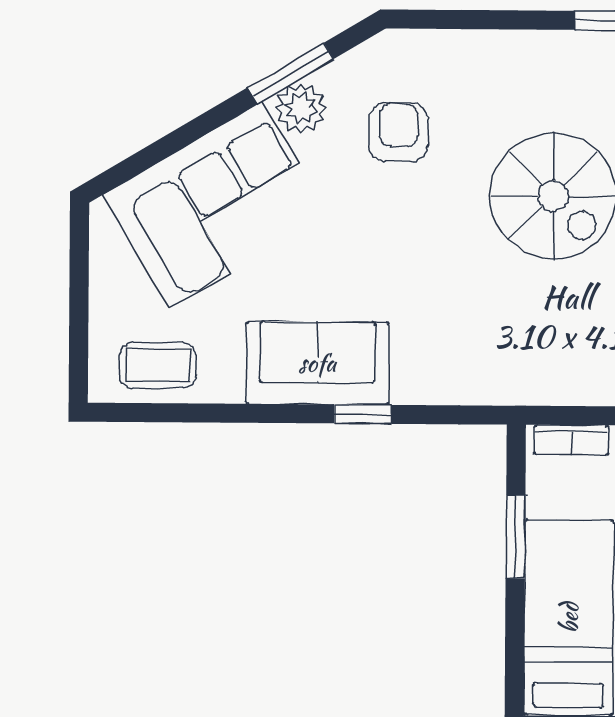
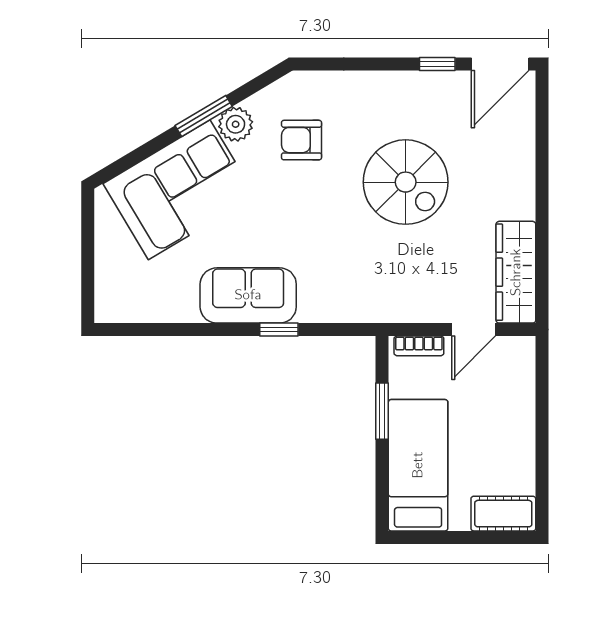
window: (291, 73) -> (204, 116), moved
armchair: (398, 132) -> (301, 140), turned -90
coffee table: (158, 365) -> (141, 298), removed

